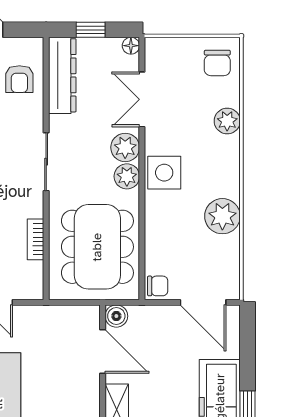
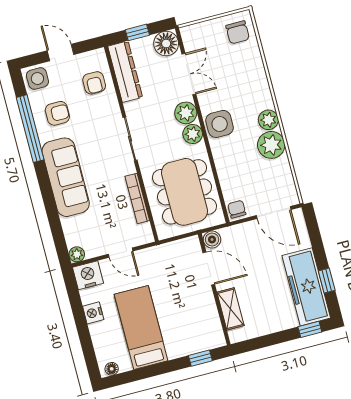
floor lamp: (131, 46) -> (166, 44), width x1.89, depth x1.89
double door: (142, 99) -> (189, 74), swing flipped
plant: (227, 121) -> (268, 120), moved
bookcase: (36, 239) -> (137, 198), width x1.56
chair: (158, 286) -> (237, 209), turned -90

